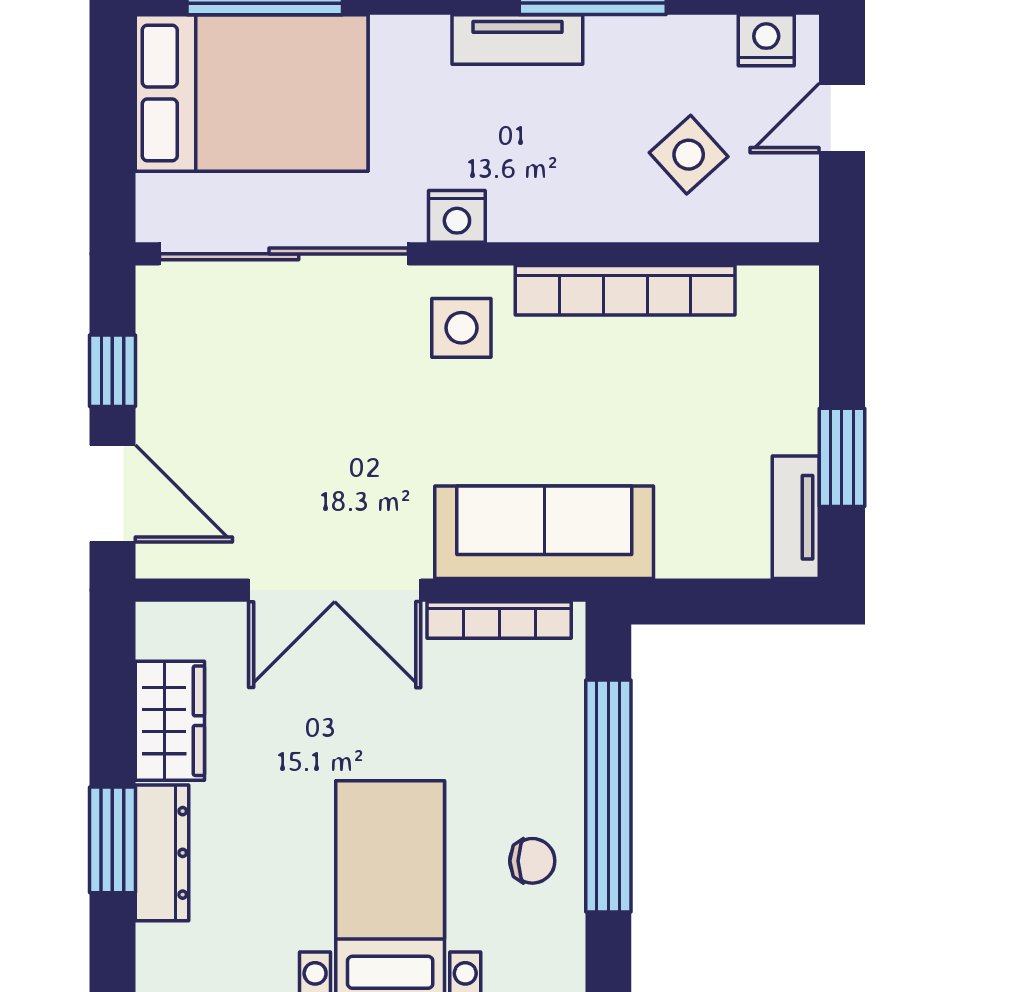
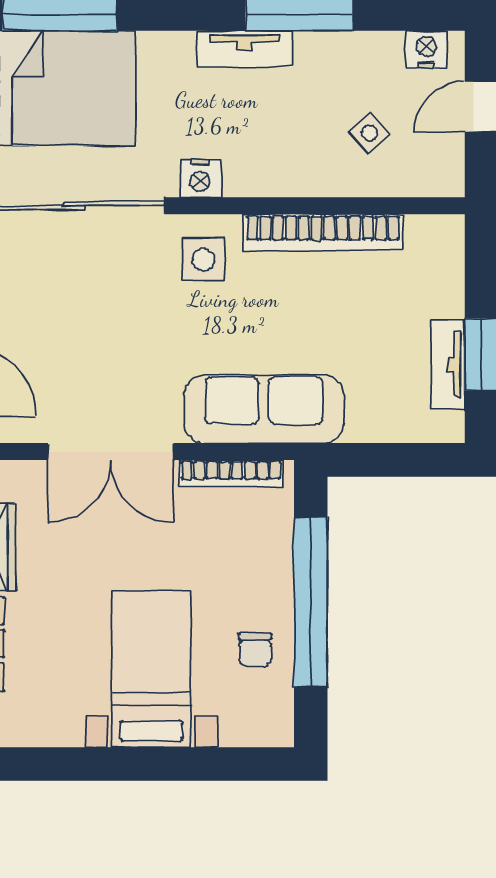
side table: (689, 155) -> (369, 133), width x0.73, depth x0.73
tv unit: (796, 517) -> (448, 365), moved
chair: (532, 861) -> (255, 649), turned 90

